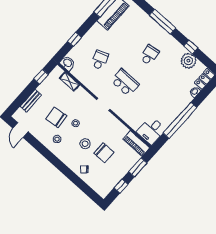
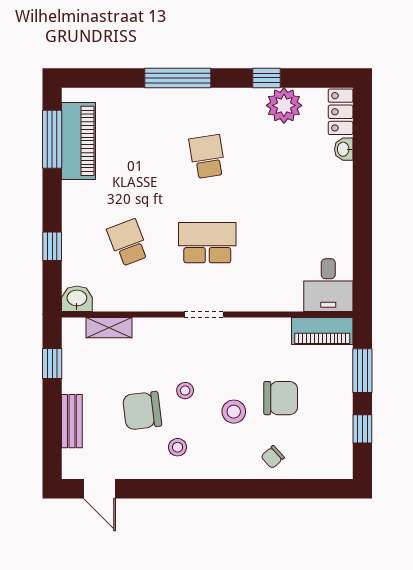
window: (180, 120) -> (362, 222), removed

